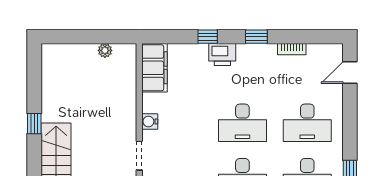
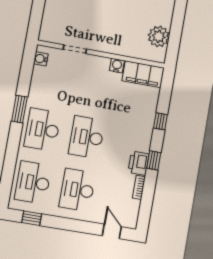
plant: (105, 50) -> (159, 36), width x1.87, depth x1.87
printer: (222, 54) -> (139, 163), moved
water cooler: (150, 121) -> (117, 66), moved

